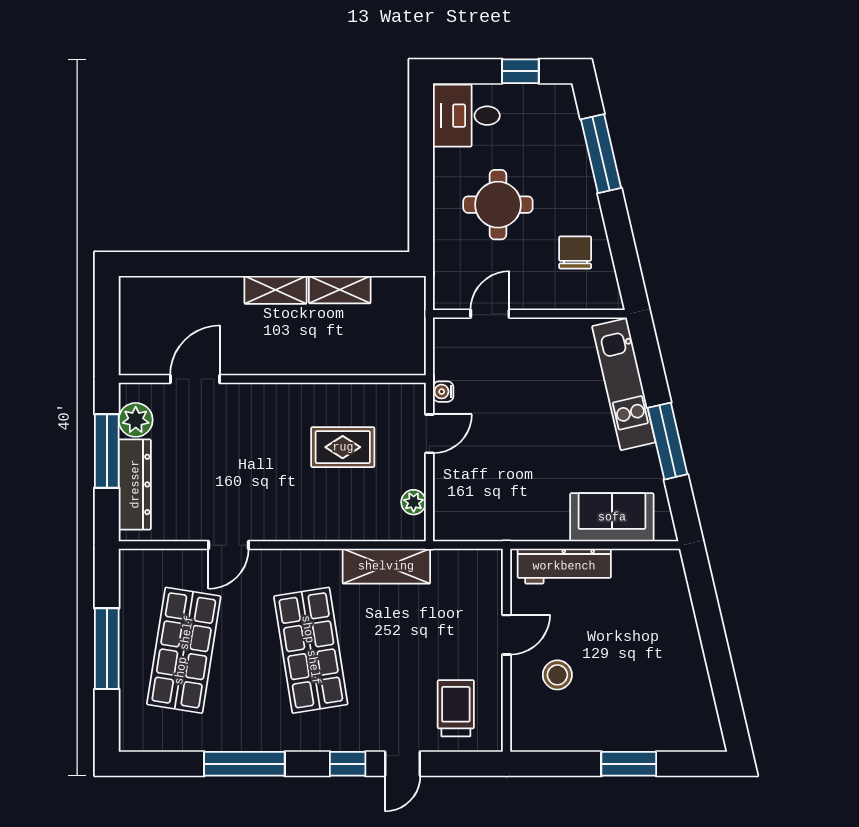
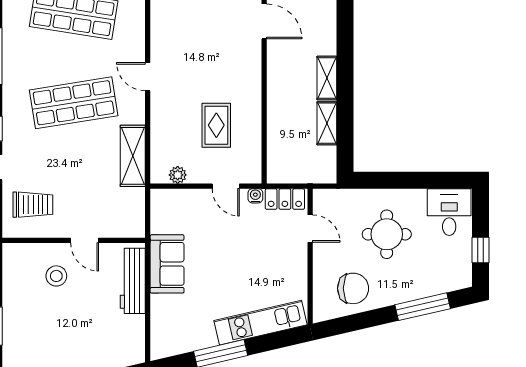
chair: (575, 252) -> (353, 288), width x1.37, depth x1.37
locker: (448, 350) -> (285, 199), added
sofa: (612, 517) -> (167, 264), moved
door: (229, 545) -> (148, 77), moved

